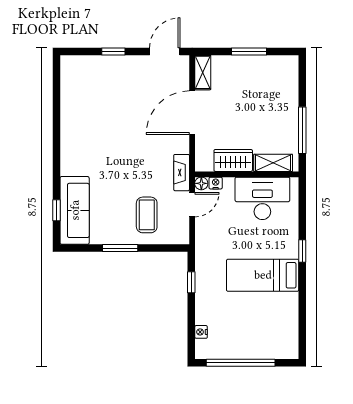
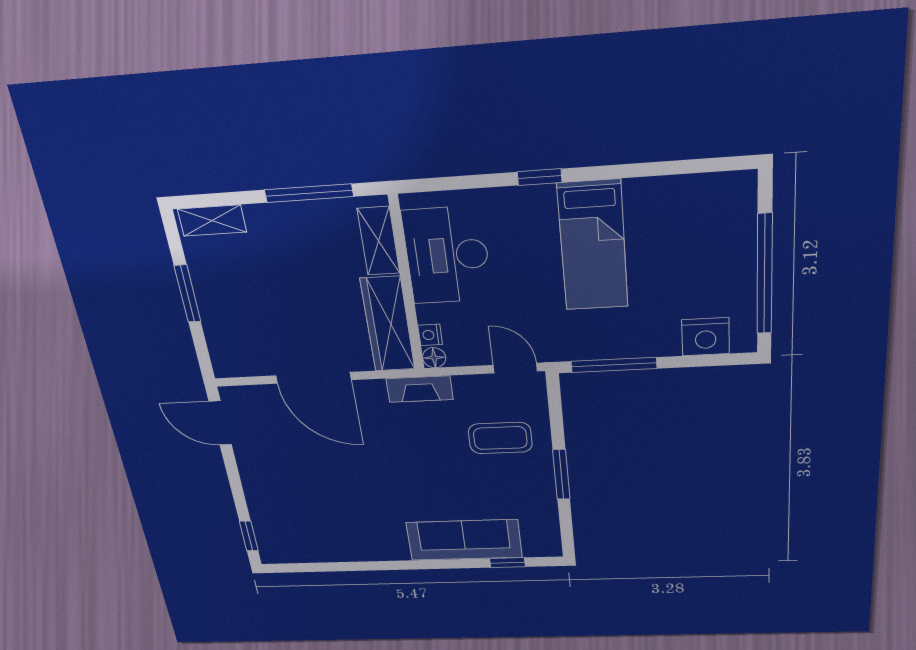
window: (113, 51) -> (249, 536), moved
shelving: (203, 72) -> (212, 221), moved
wardrobe: (233, 160) -> (388, 324), width x1.50
door: (192, 205) -> (515, 368), moved
sofa: (75, 210) -> (464, 540), moved
window: (191, 282) -> (614, 365), width x2.17
nightstand: (201, 332) -> (706, 337), width x1.89, depth x1.79

